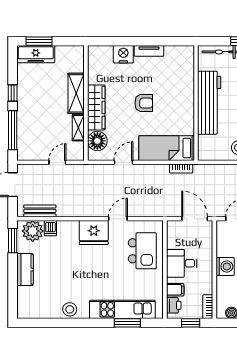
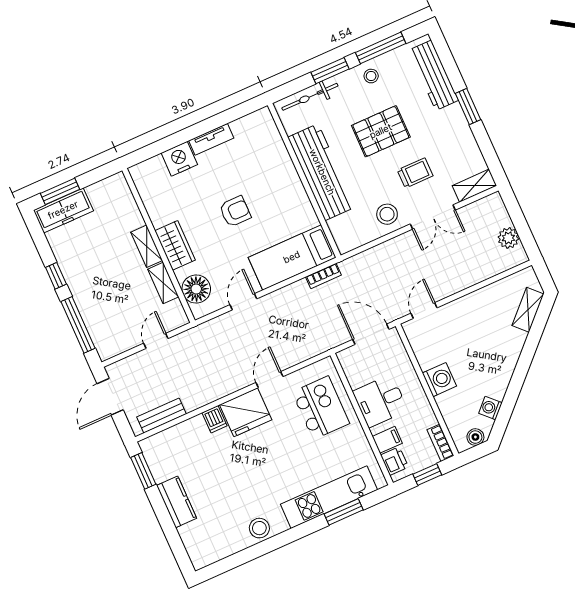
shelving: (76, 93) -> (147, 246), width x0.67, depth x0.75
wardrobe: (96, 107) -> (175, 245), width x0.67
dishwasher: (50, 228) -> (215, 419), moved
plant: (33, 231) -> (164, 446), removed

